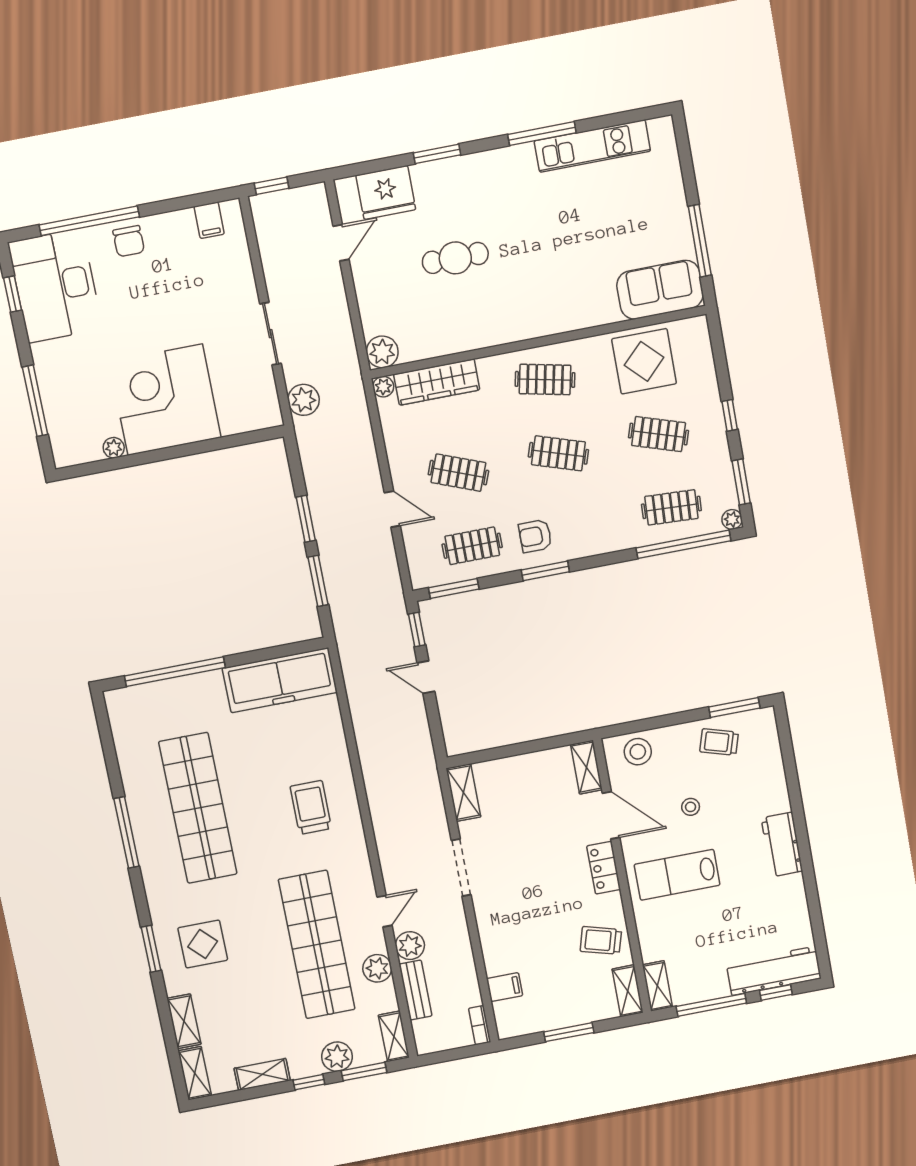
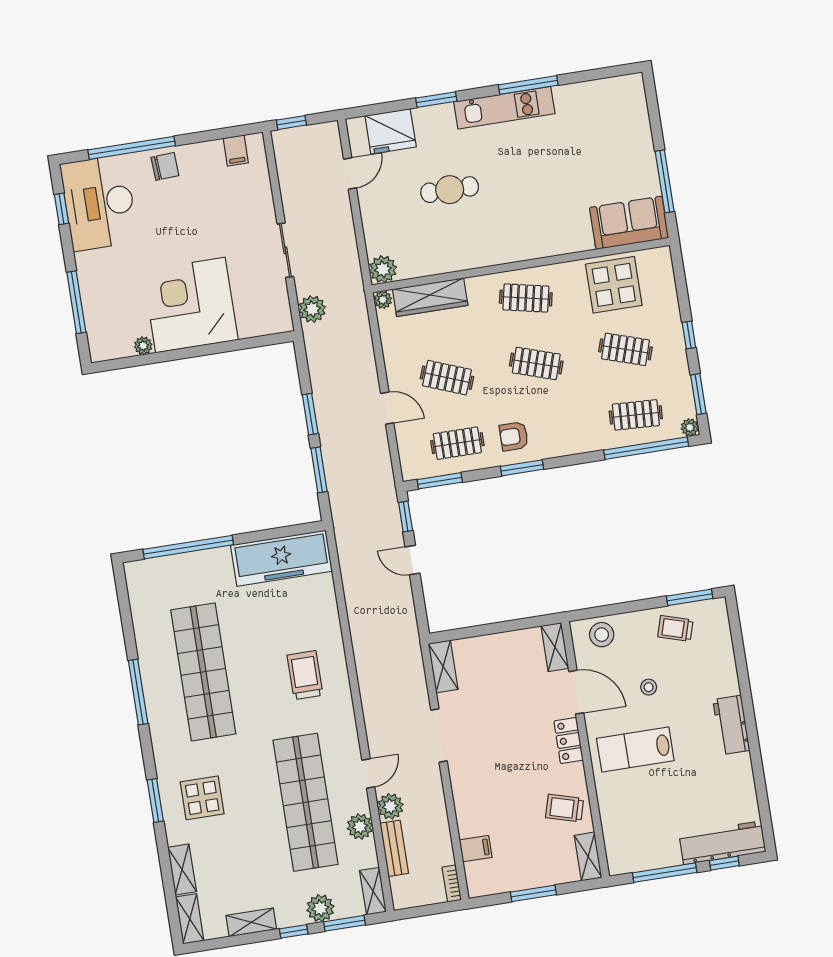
kitchen unit: (592, 146) -> (504, 108), moved
chair: (129, 241) -> (165, 166), turned -93
shelving: (657, 986) -> (616, 853), removed

